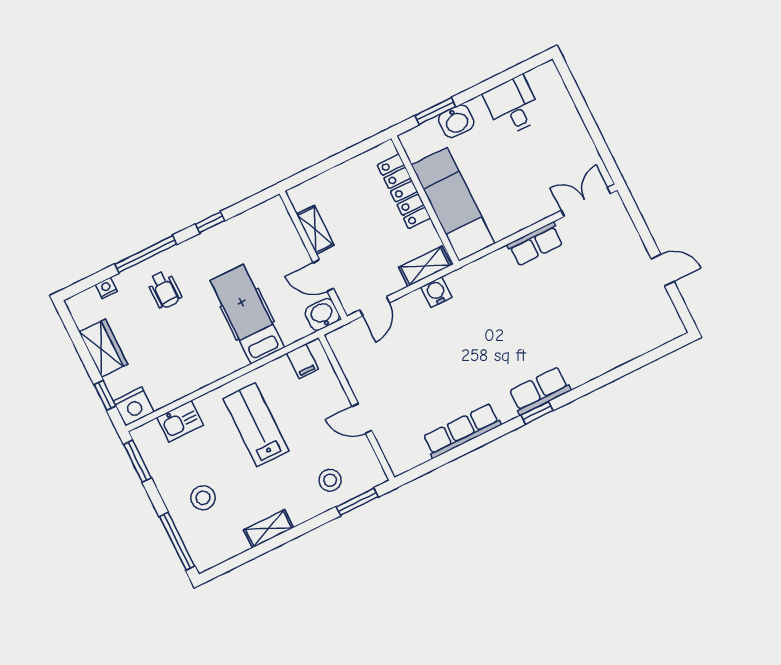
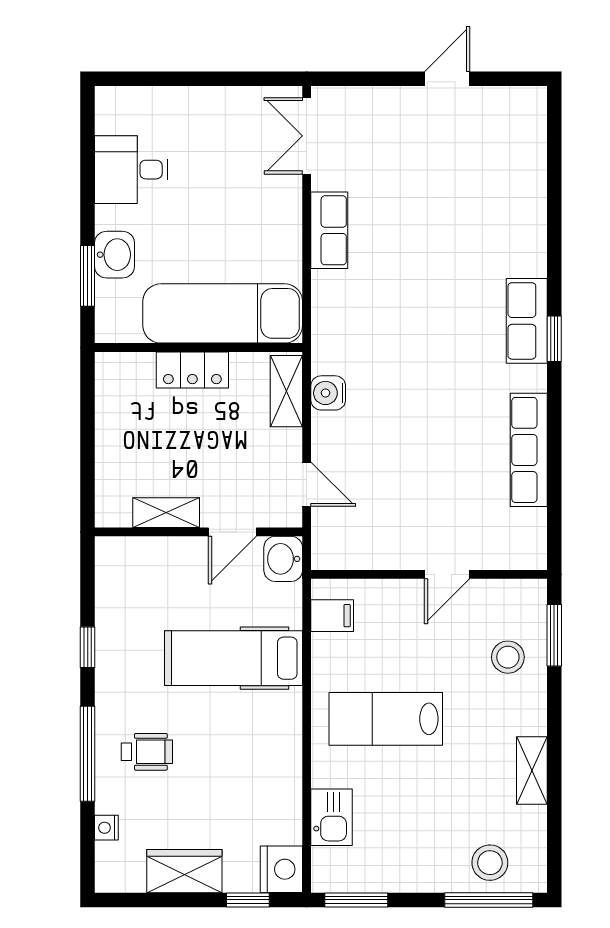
locker: (404, 191) -> (192, 370), width x0.66
stool: (203, 498) -> (490, 863), moved

